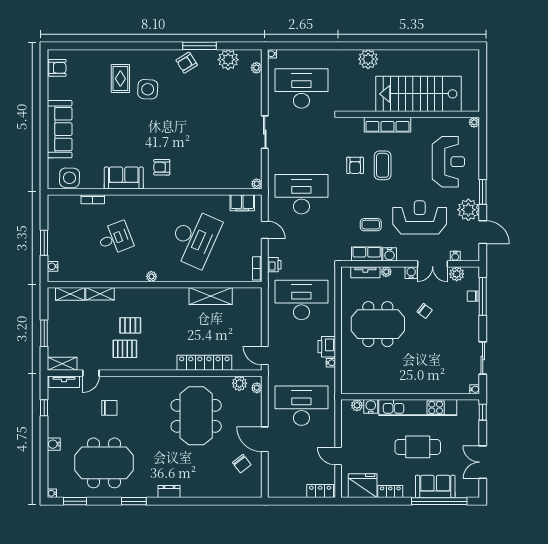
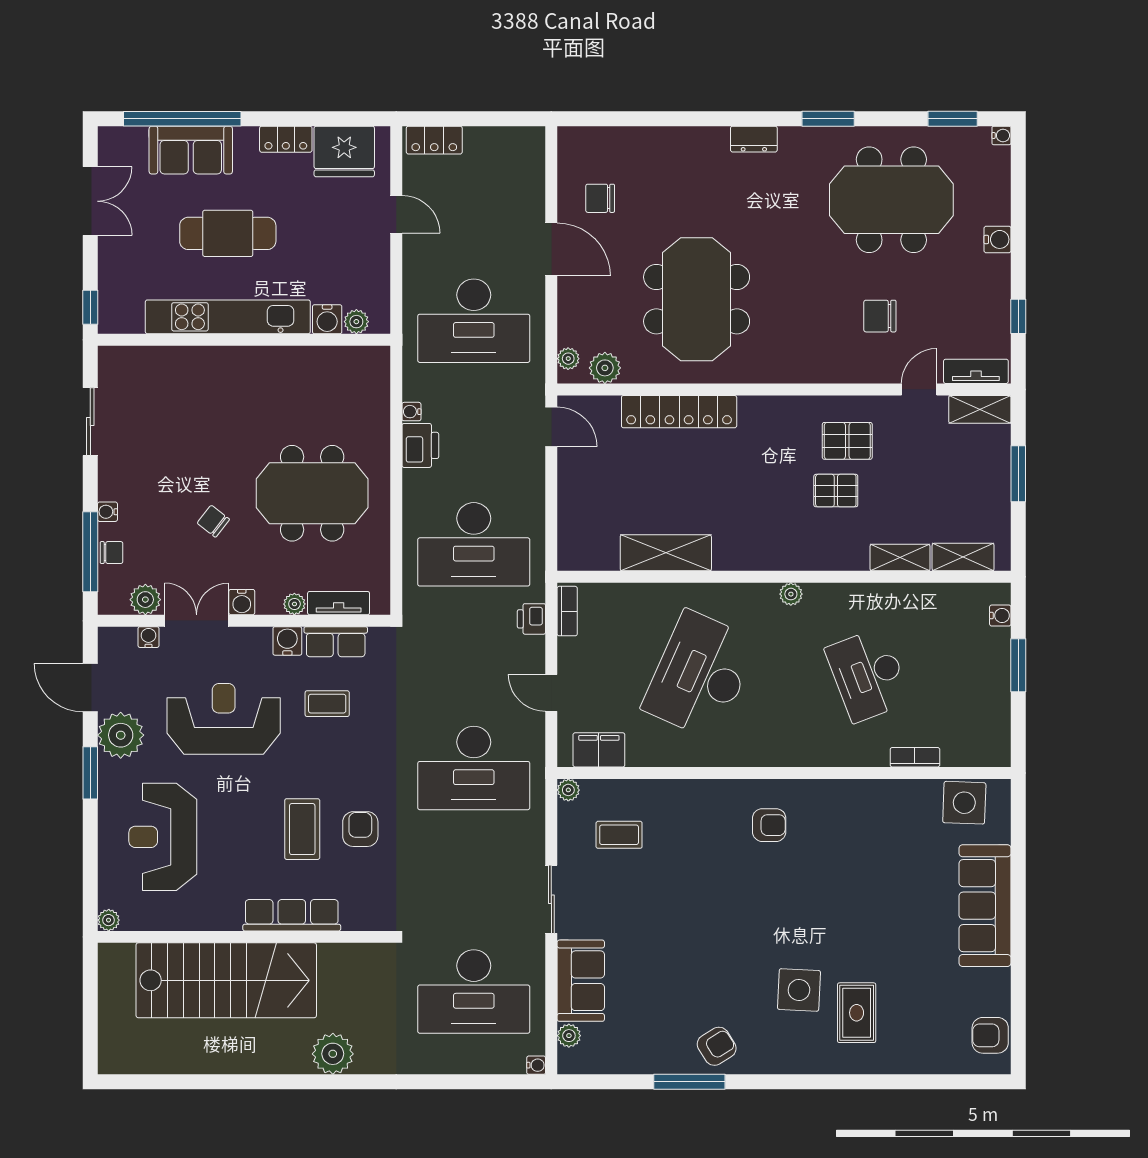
plant: (228, 60) -> (629, 1053), removed
coffee table: (233, 163) -> (619, 835), added
sofa: (124, 178) -> (581, 981), moved, turned -90
reception desk: (420, 217) -> (224, 719), turned 180
desk: (115, 238) -> (868, 675), width x1.37
water cooler: (475, 389) -> (107, 512), moved
chair: (242, 464) -> (600, 198), turned -52

